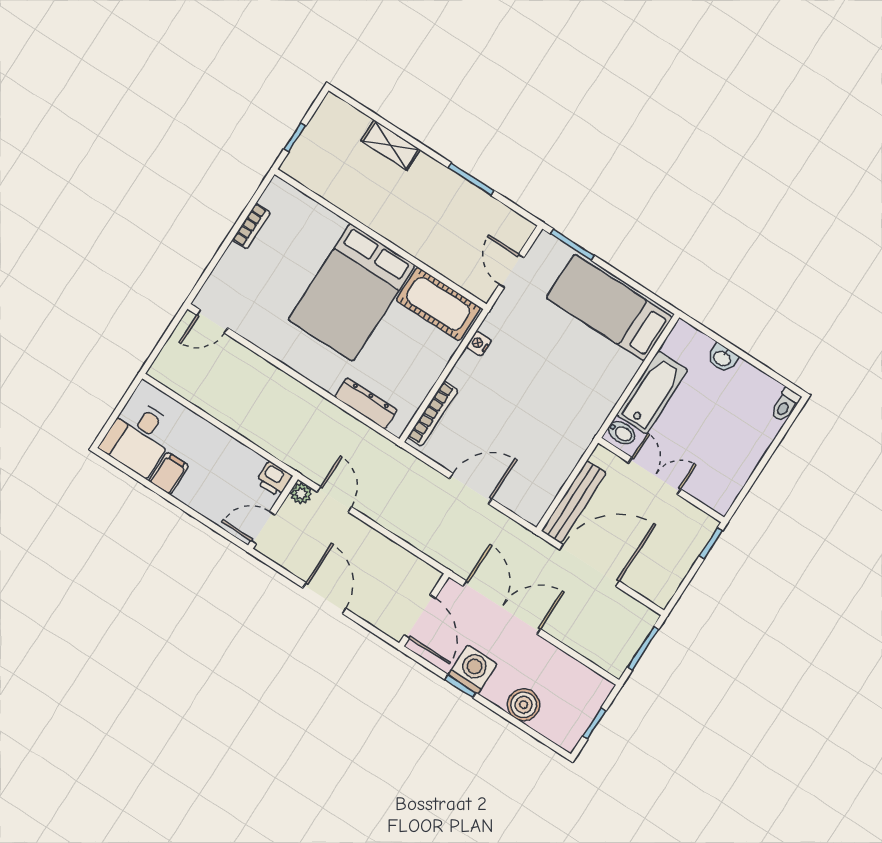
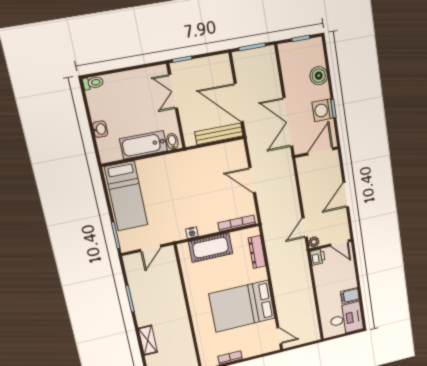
bed: (352, 292) -> (242, 306), moved, turned 180
cot: (438, 304) -> (211, 248), moved, turned 90
double door: (655, 476) -> (173, 91), moved

